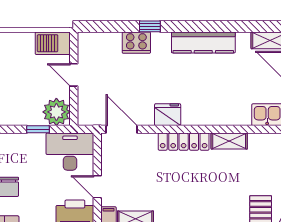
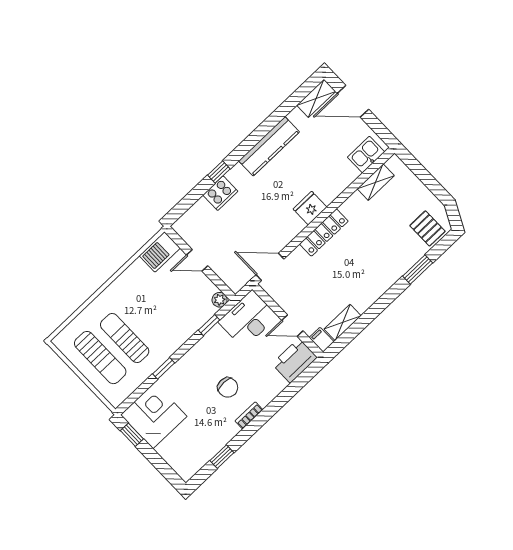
plant: (56, 112) -> (220, 300), width x0.53, depth x0.53
fridge: (168, 115) -> (310, 208), moved
shelving: (229, 141) -> (376, 182), moved

